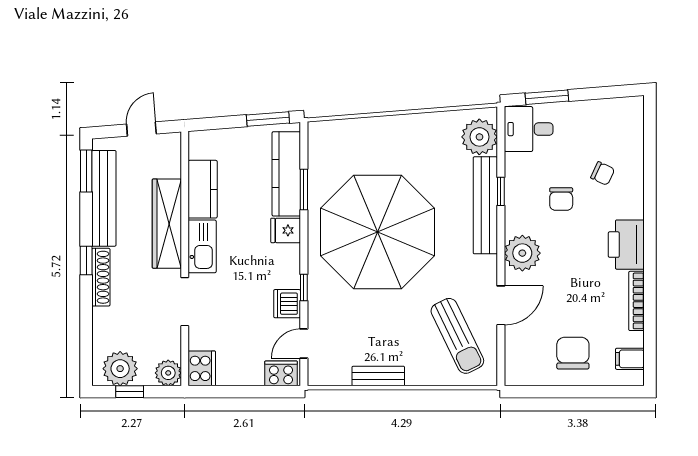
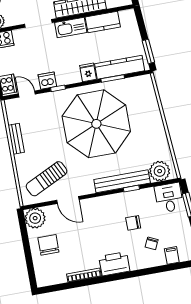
plant: (522, 253) -> (35, 218), moved
chair: (573, 353) -> (48, 245), turned -90
filing cabinet: (630, 359) -> (172, 255), moved

